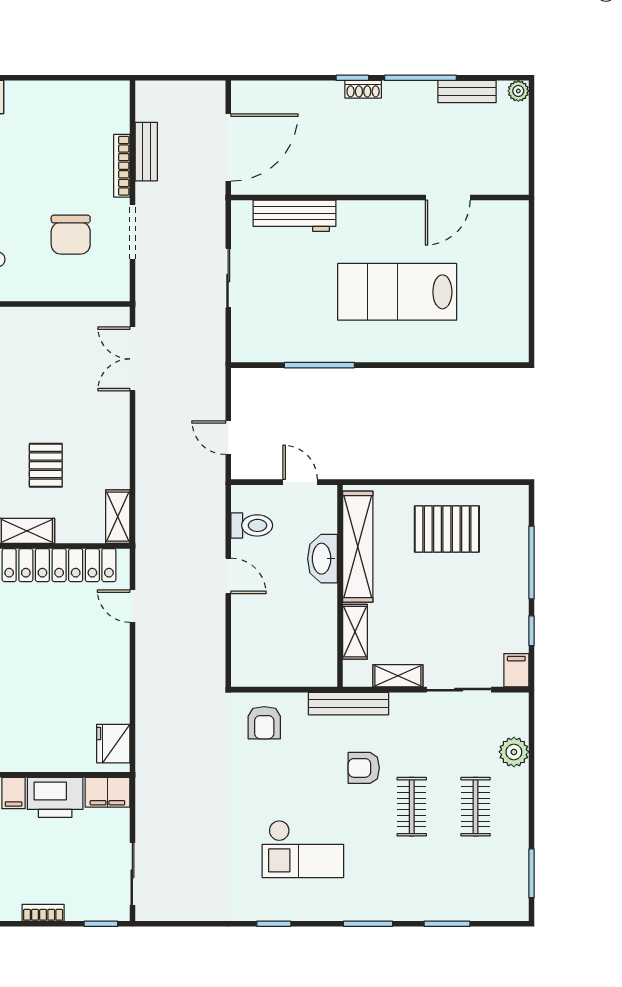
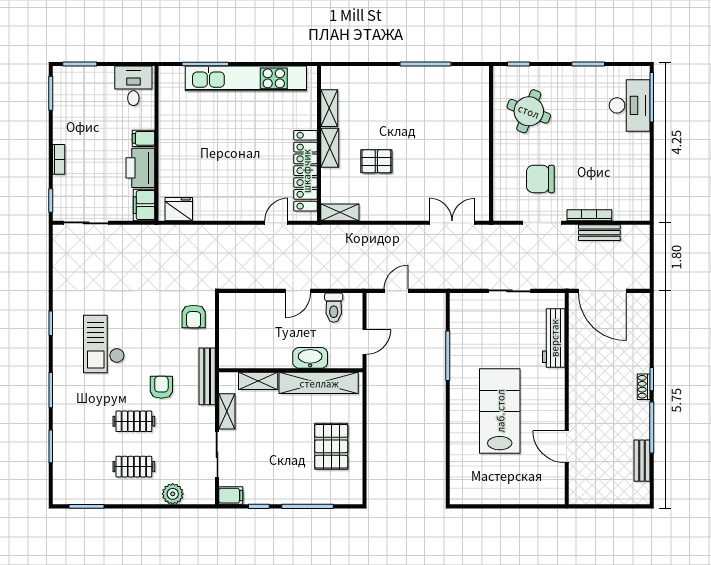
plant: (518, 91) -> (642, 497), removed
armchair: (264, 723) -> (194, 316), turned -90

